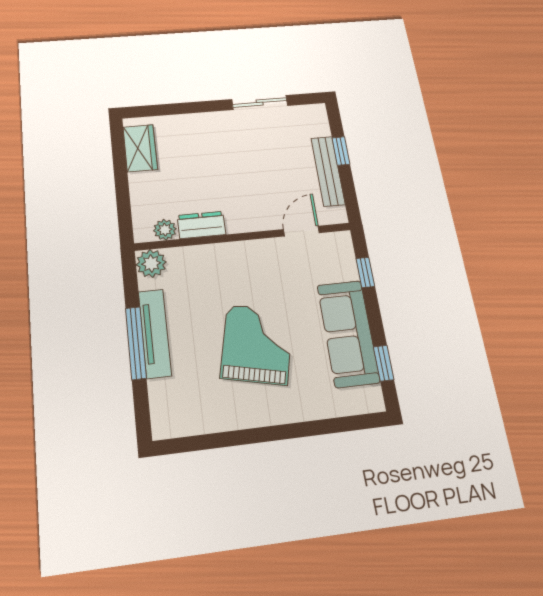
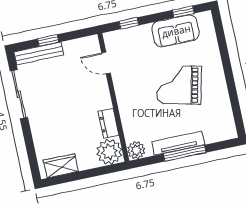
sliding door: (260, 102) -> (19, 94), width x1.37
bench: (328, 171) -> (39, 53), moved
plant: (165, 230) -> (109, 152), width x1.88, depth x1.88
sofa: (348, 333) -> (176, 31), width x0.73

